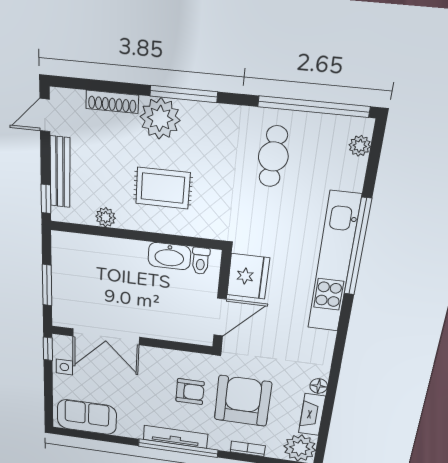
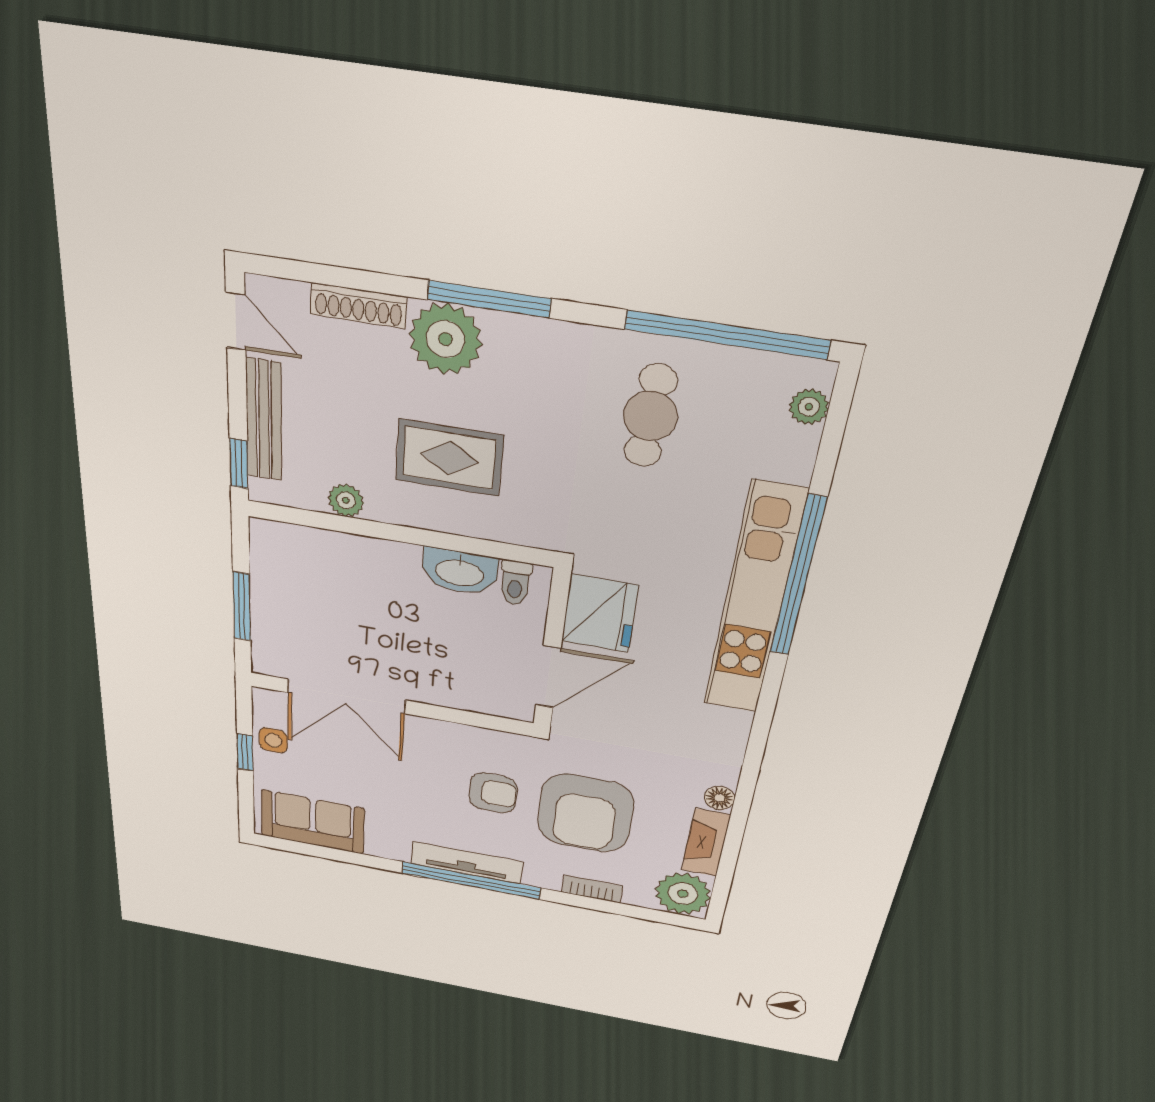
door: (45, 115) -> (236, 321), swing flipped
window: (48, 349) -> (245, 752), moved
armchair: (243, 401) -> (585, 813), turned 180

